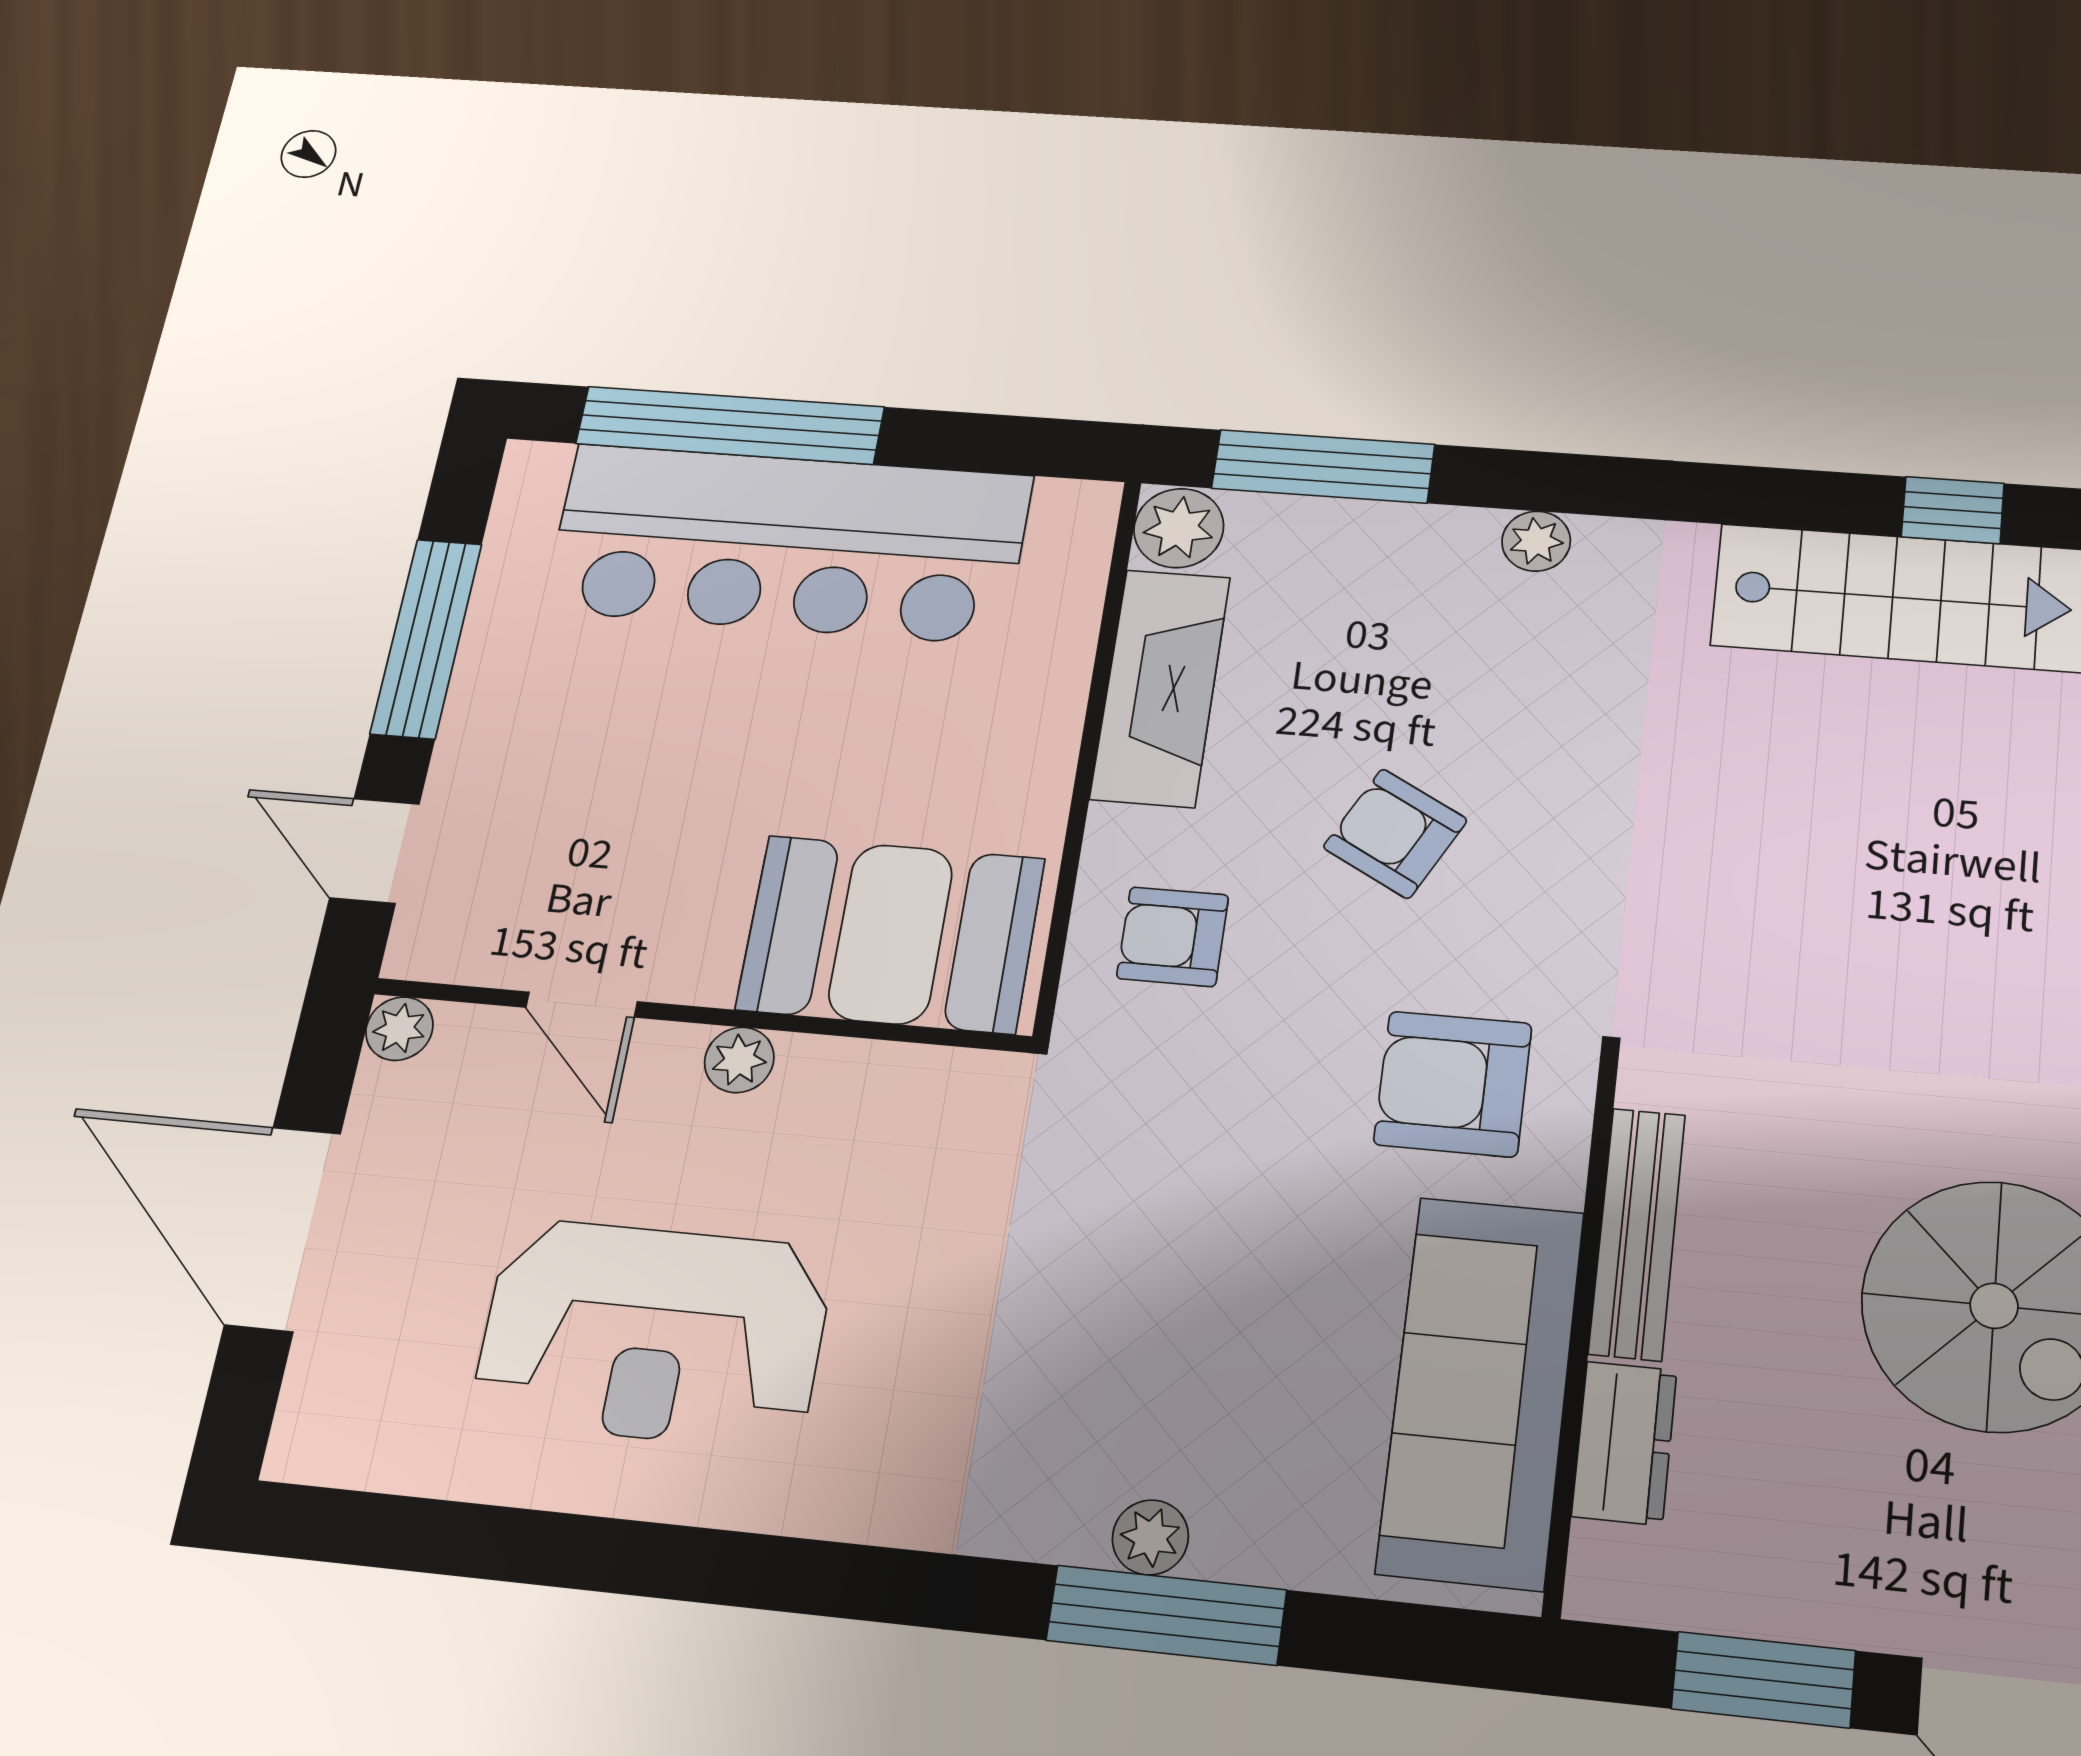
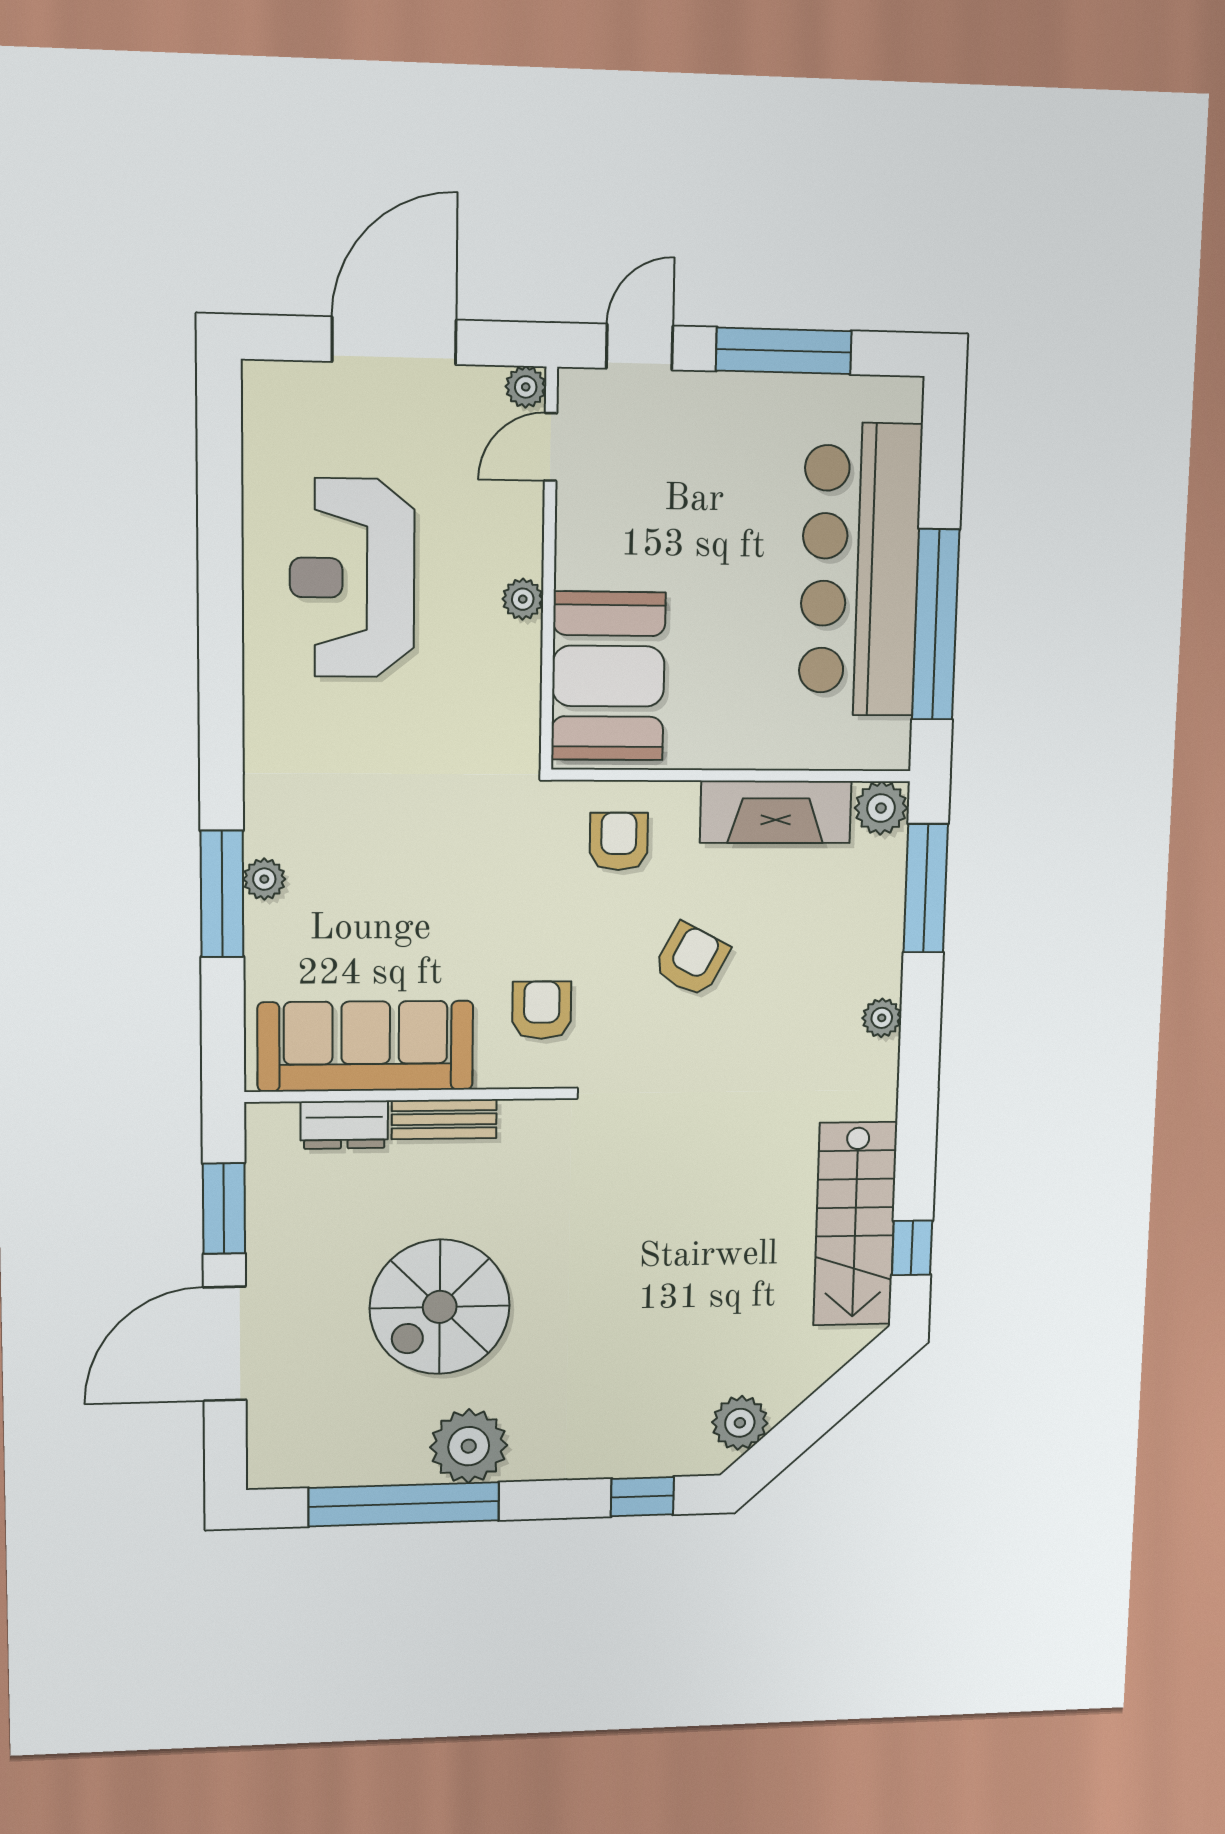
window: (730, 425) -> (936, 625), moved
door: (582, 1005) -> (551, 447), moved
armchair: (1453, 1084) -> (542, 1010), width x0.72, depth x0.72
bench: (1637, 1233) -> (444, 1119), width x0.73

